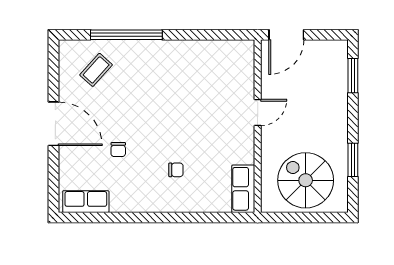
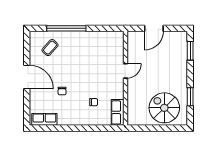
door: (258, 113) -> (125, 71), moved
wall: (258, 126) -> (125, 78), moved
row of seats: (243, 189) -> (118, 112), moved

